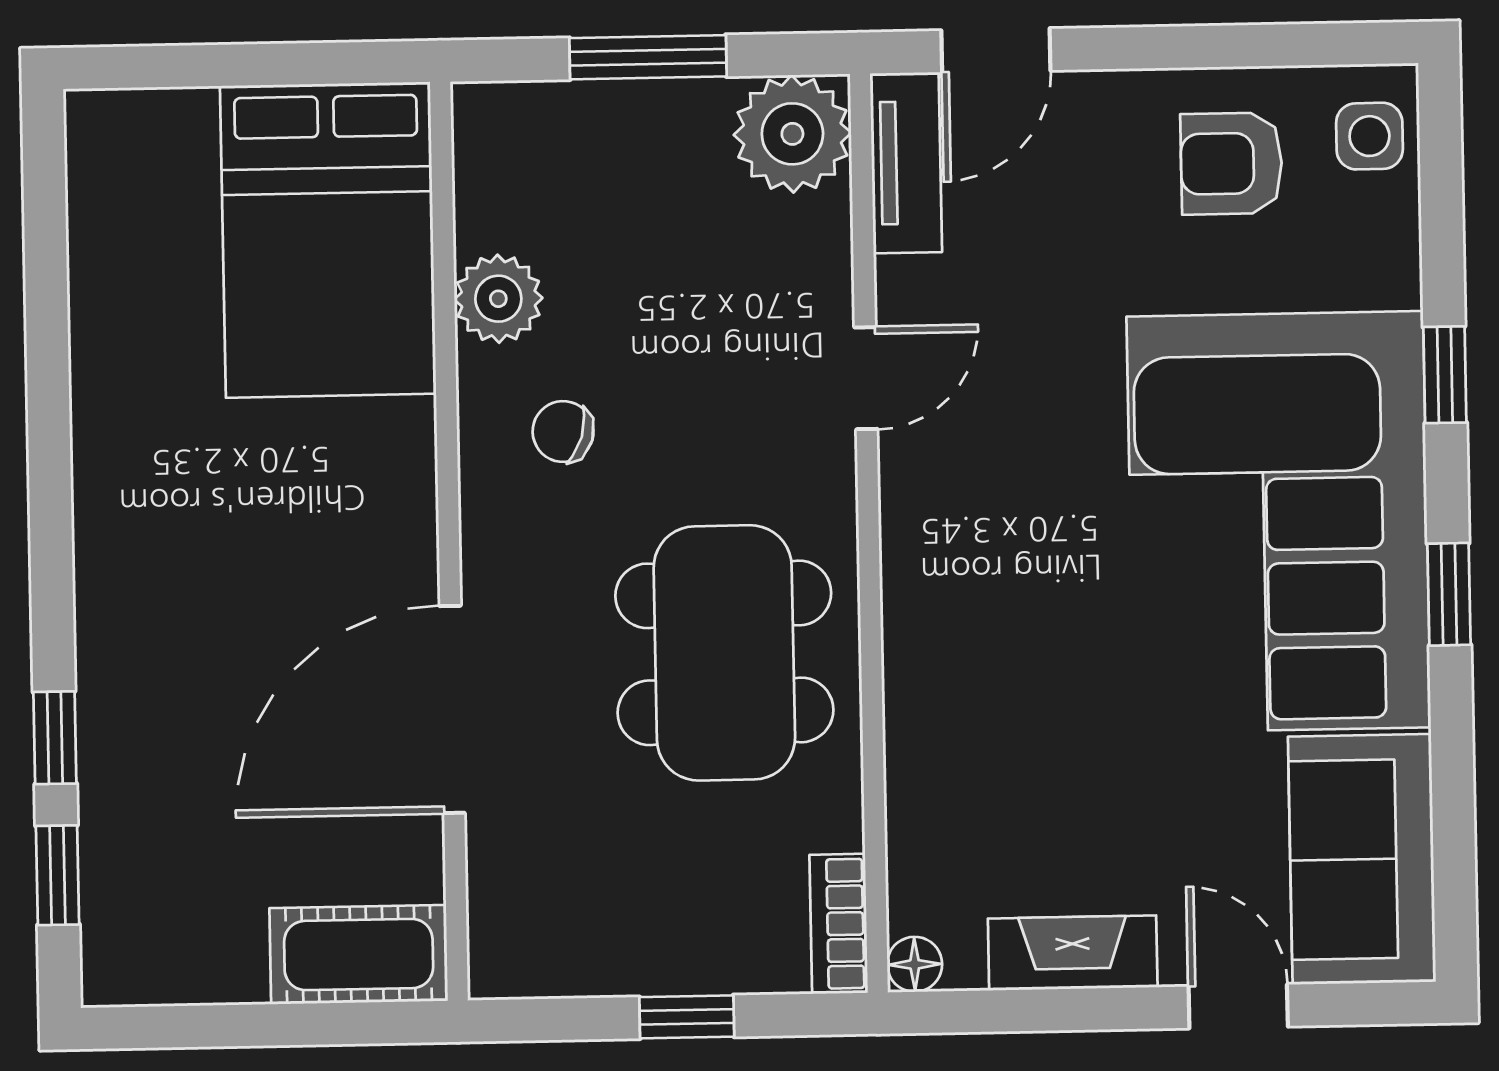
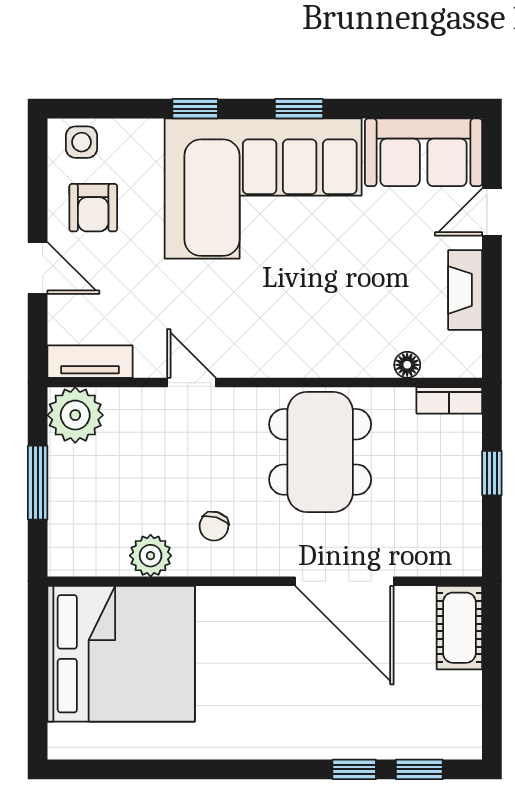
door: (996, 51) -> (38, 268), moved
bed: (328, 240) -> (121, 654), width x1.36
dining table: (724, 653) -> (320, 452), turned 90
floor lamp: (915, 964) -> (407, 365), moved

